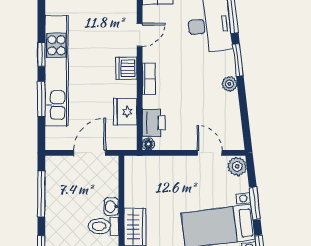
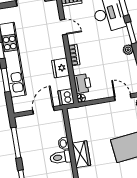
door: (140, 35) -> (63, 27), hinge flipped
dishwasher: (126, 68) -> (66, 97), moved
fridge: (125, 112) -> (61, 68), moved

